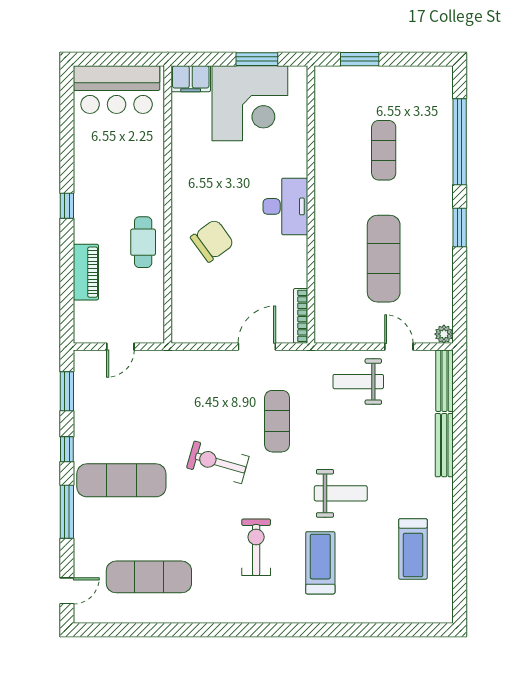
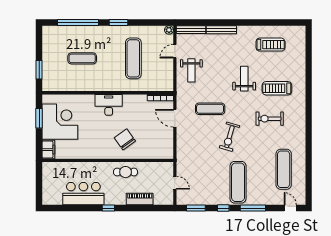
bar counter: (117, 90) -> (83, 194), moved, turned -90
exercise mat: (384, 259) -> (133, 58), turned 90

